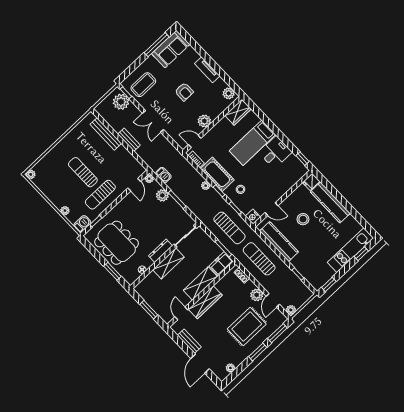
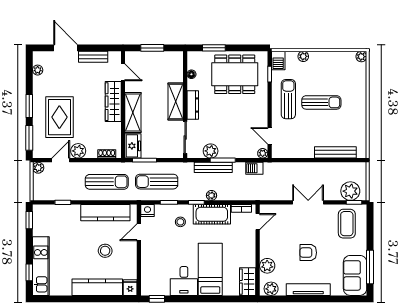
tv unit: (207, 70) -> (308, 290), width x1.41
plant: (204, 121) -> (267, 266), moved
bench: (129, 140) -> (213, 167), moved, width x1.36
plant: (162, 195) -> (211, 151), moved
door: (273, 300) -> (61, 160), hinge flipped

